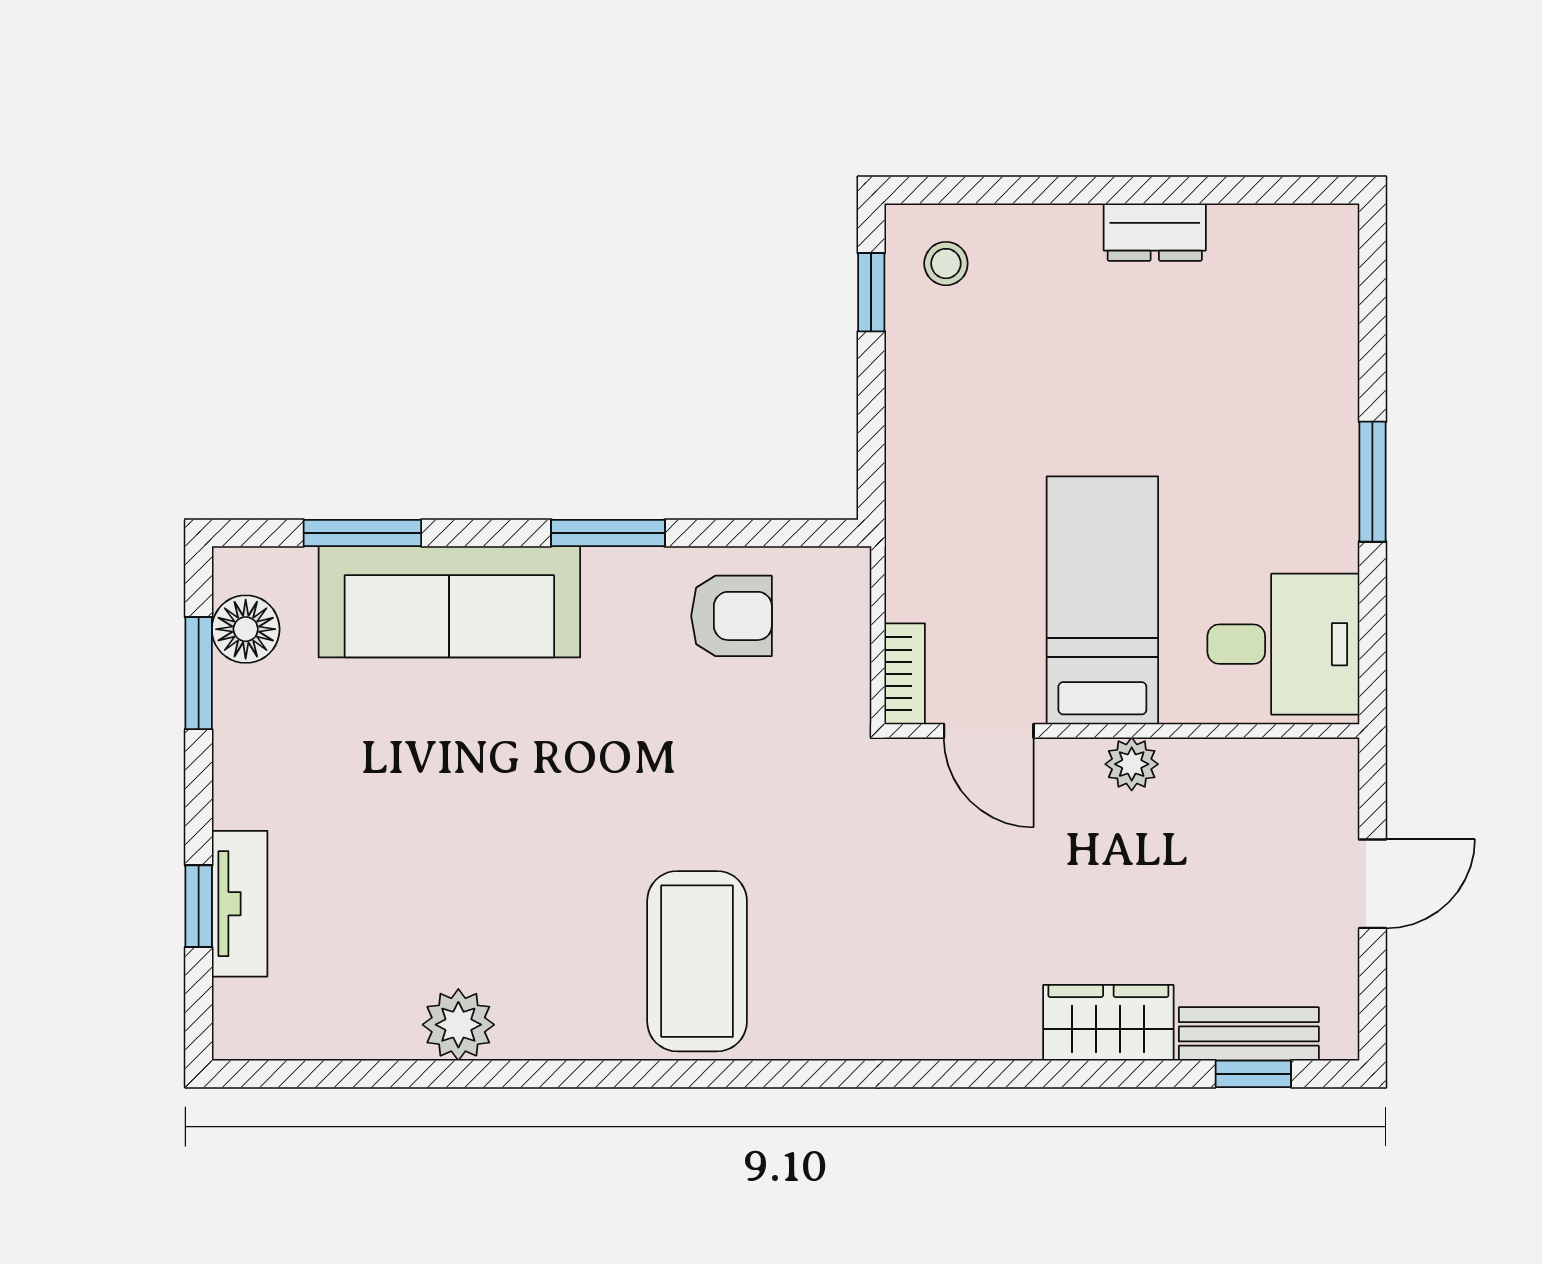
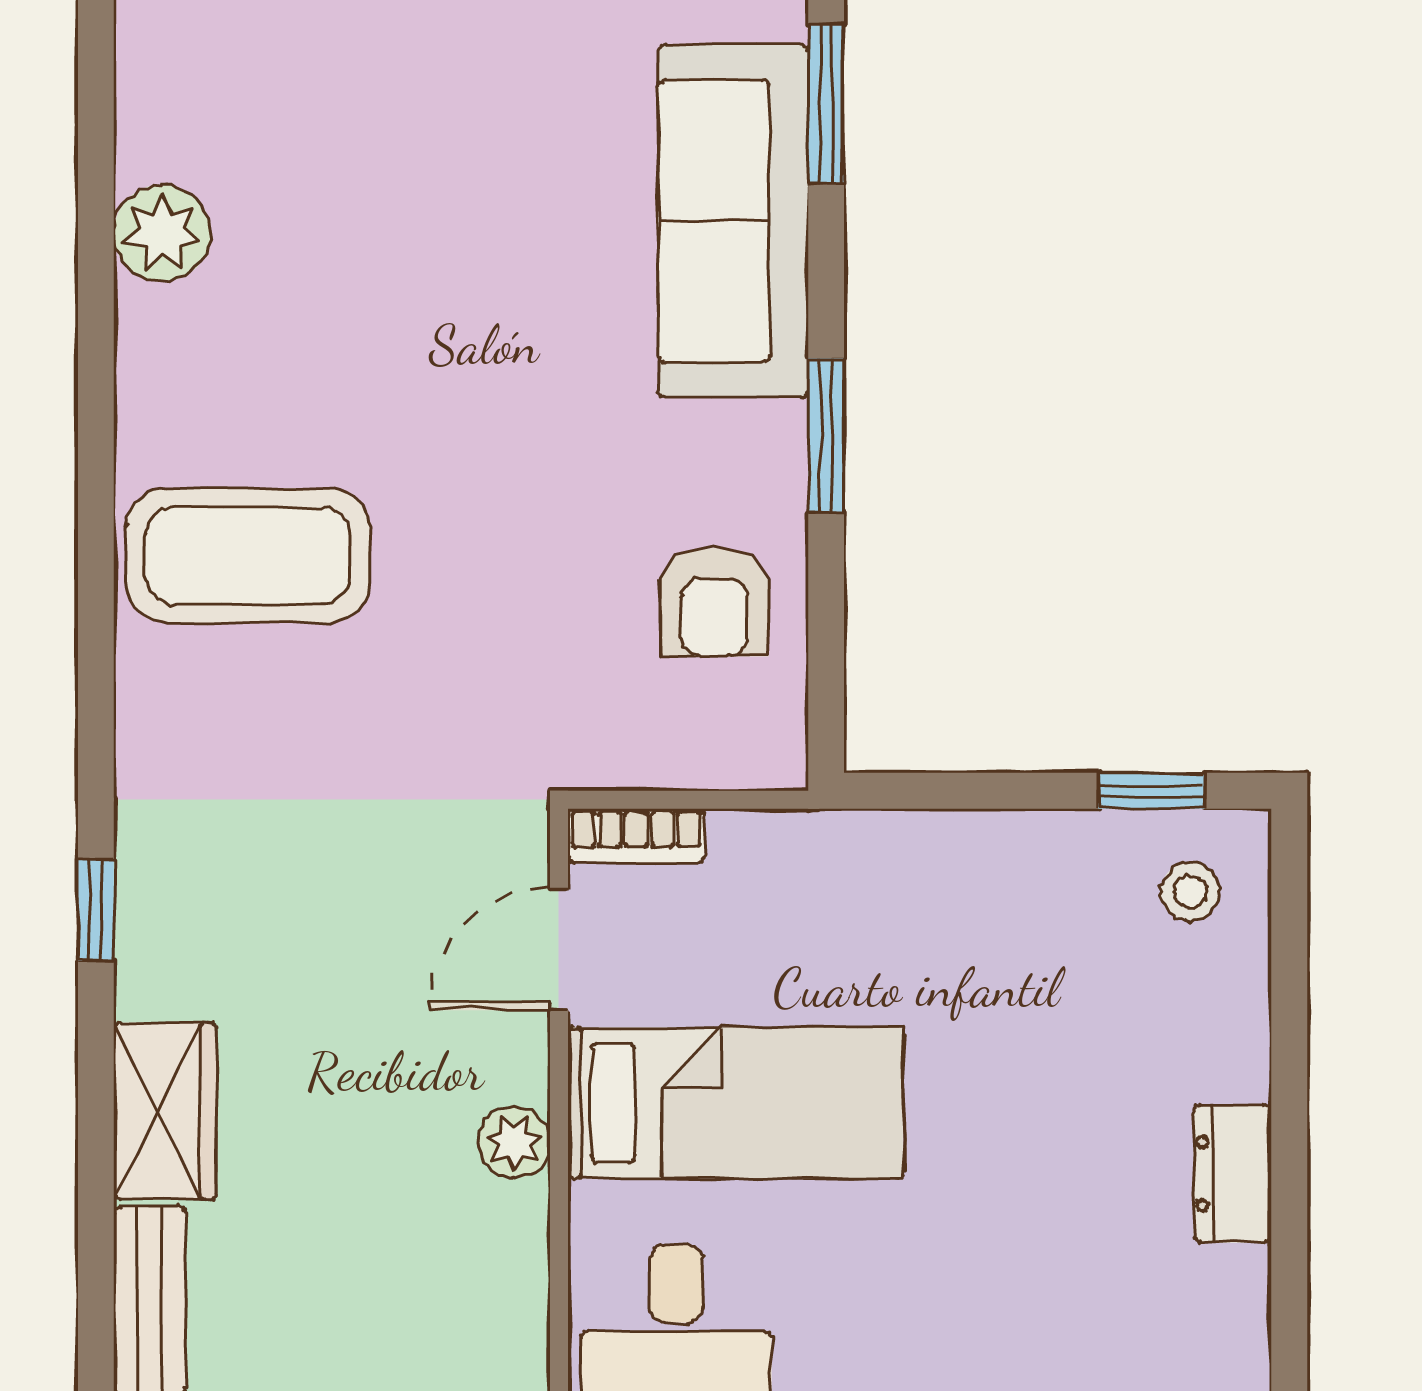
window: (1253, 1074) -> (96, 910), moved

